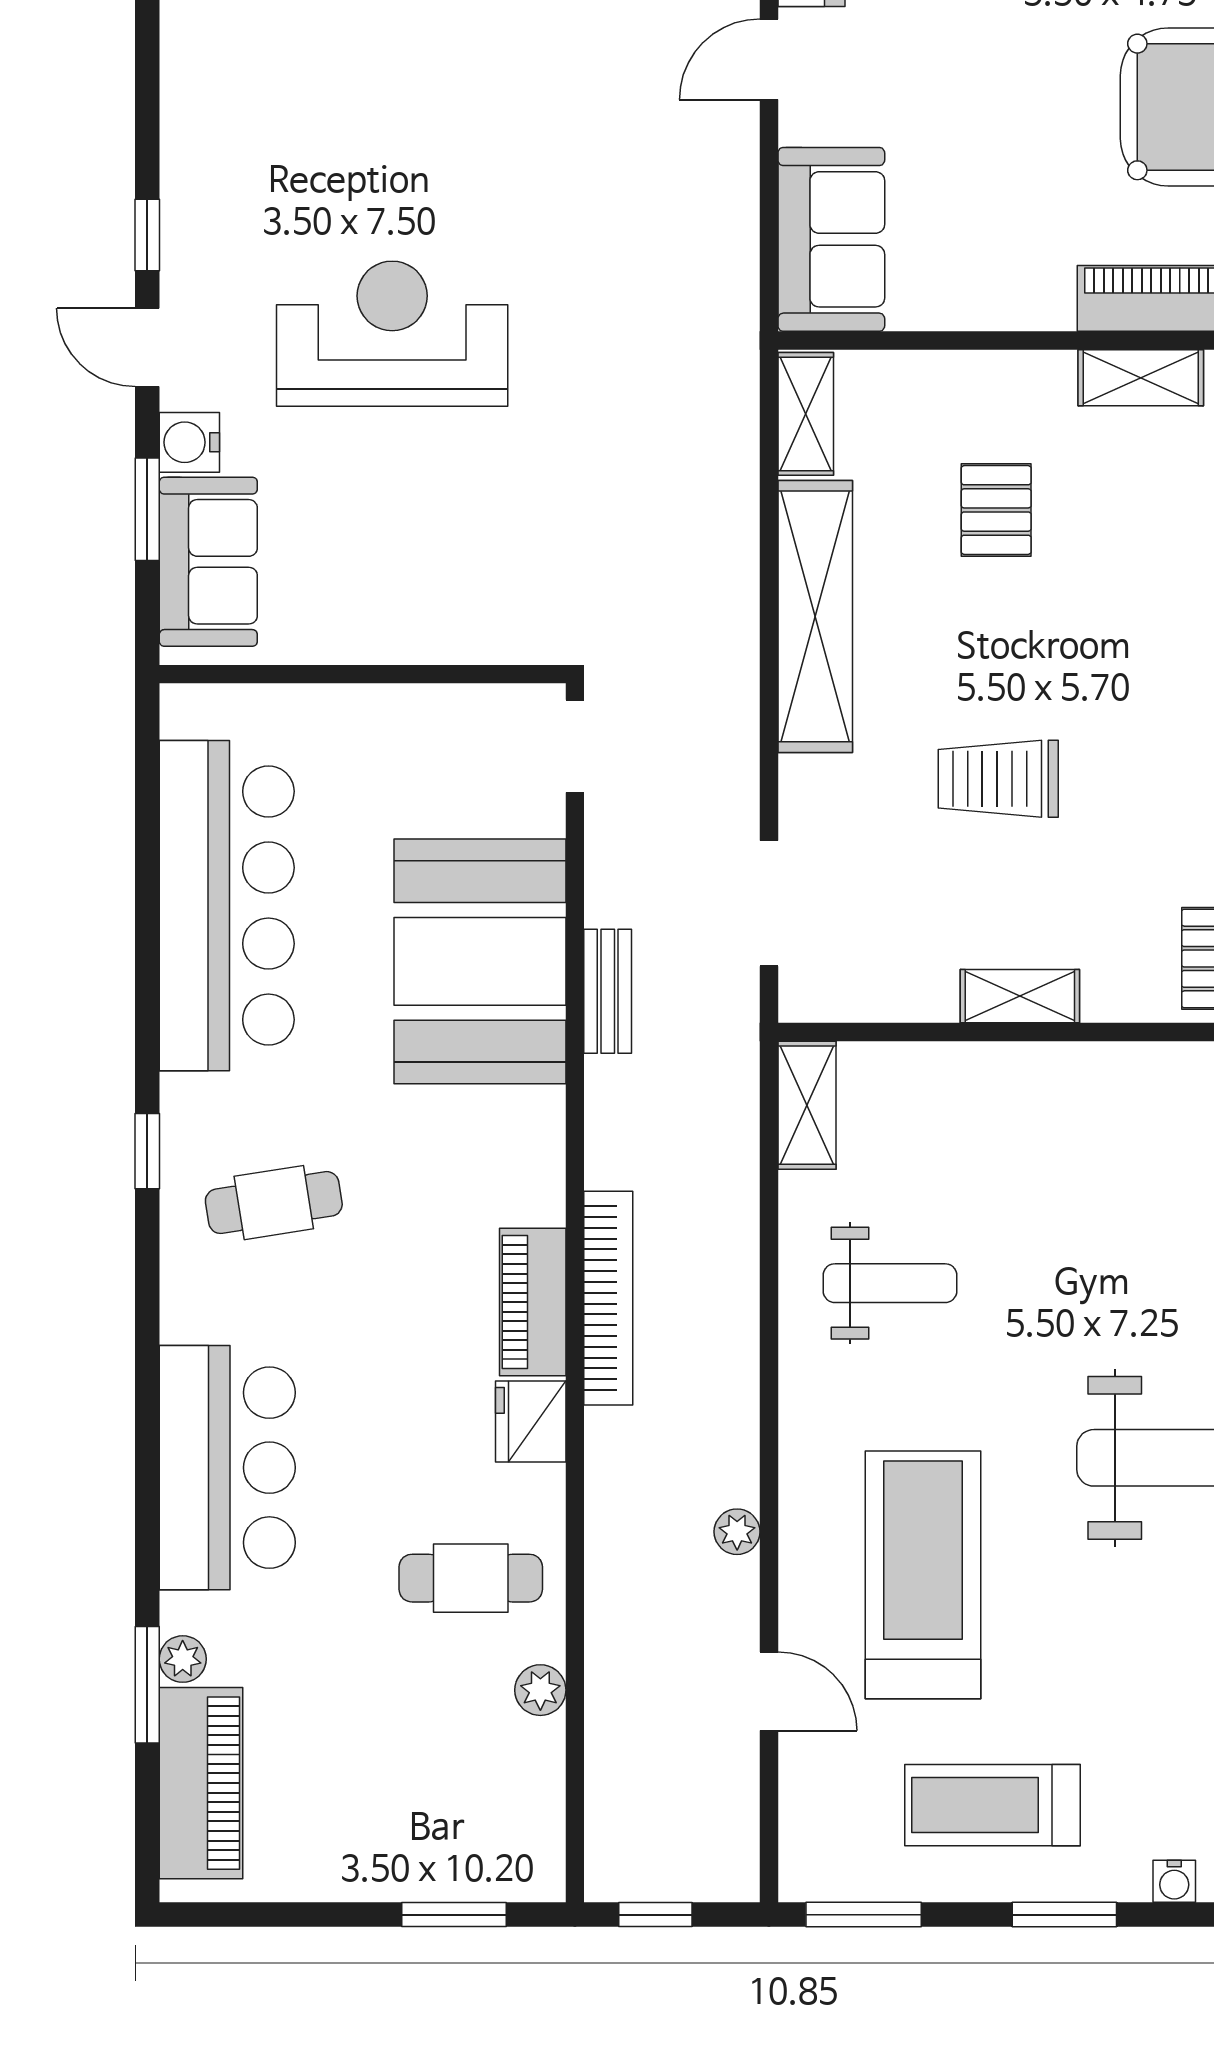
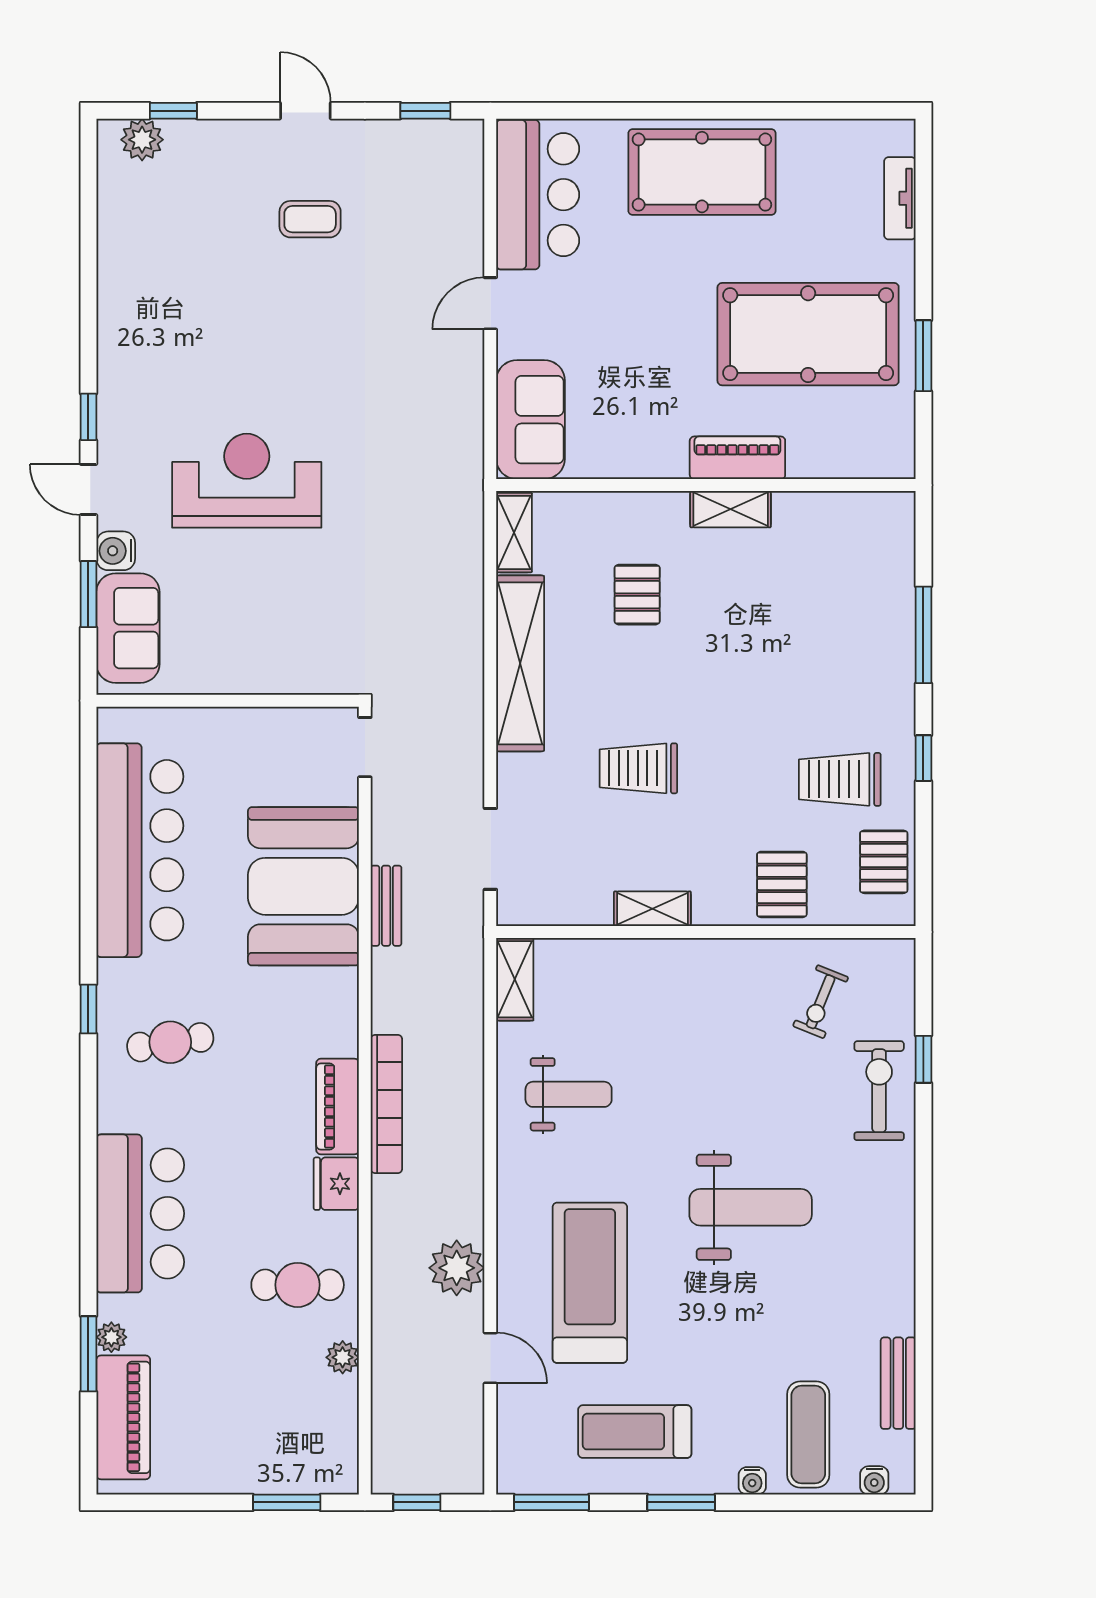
plant: (737, 1532) -> (457, 1268), width x1.88, depth x1.88

